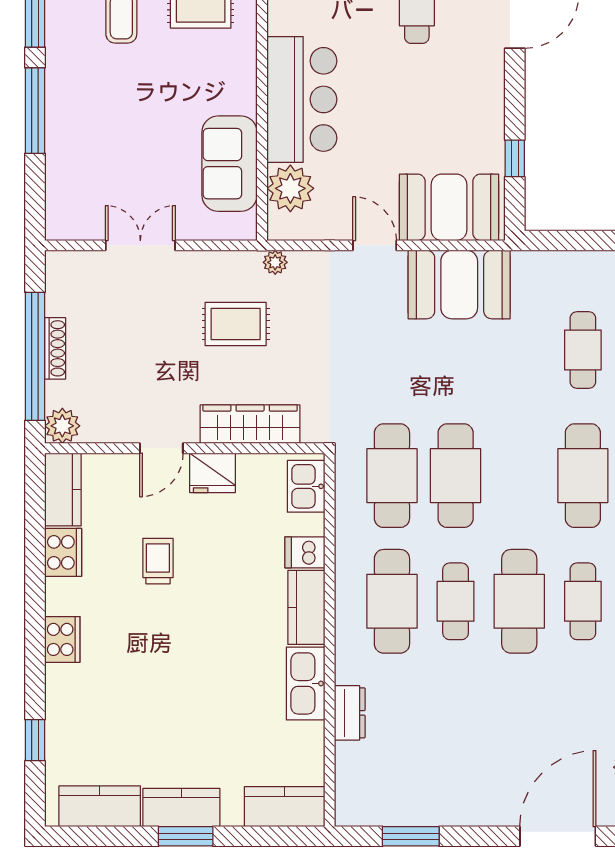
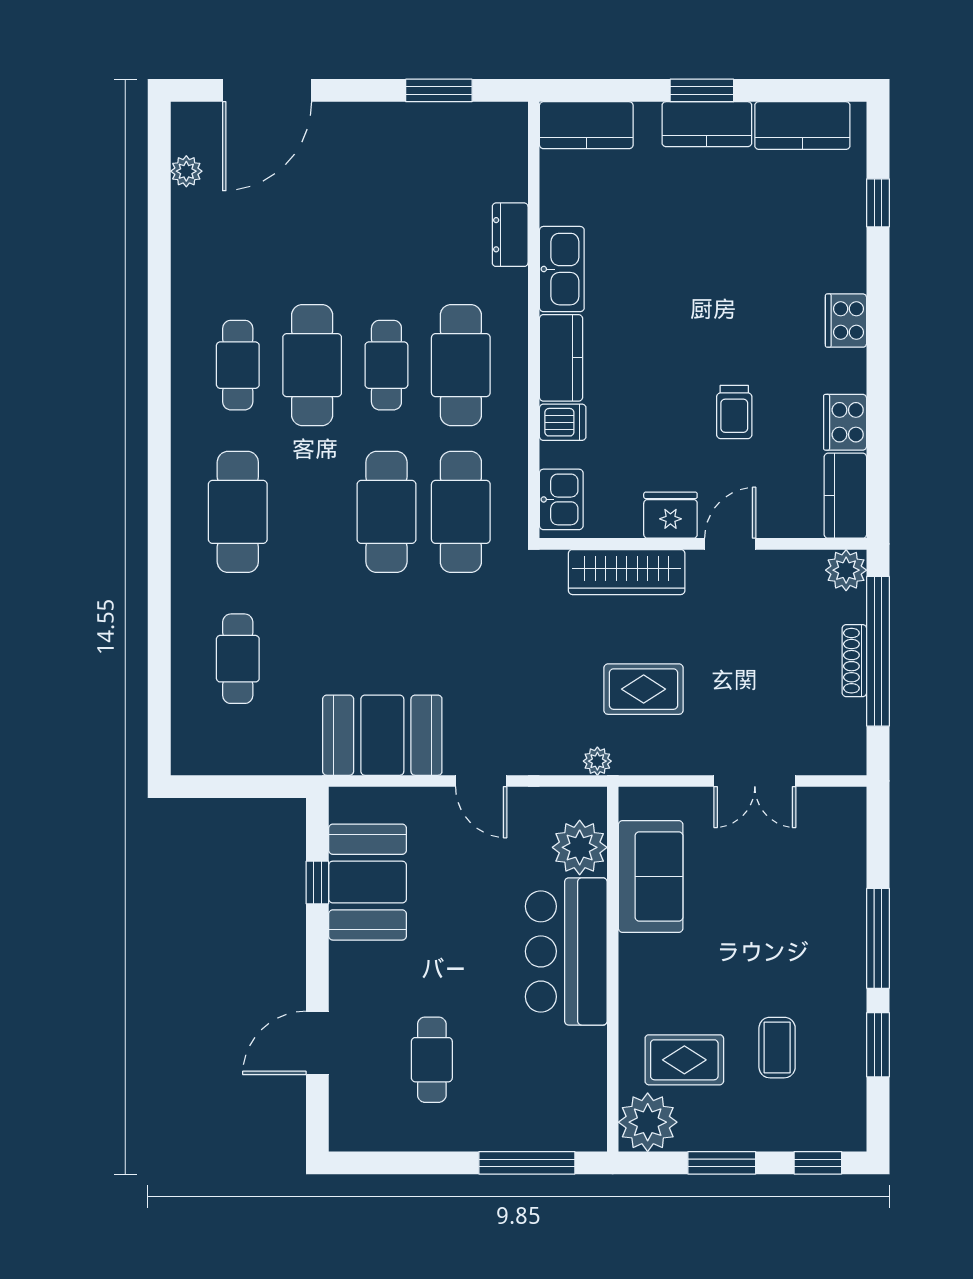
booth: (449, 207) -> (367, 882), moved, turned 90

